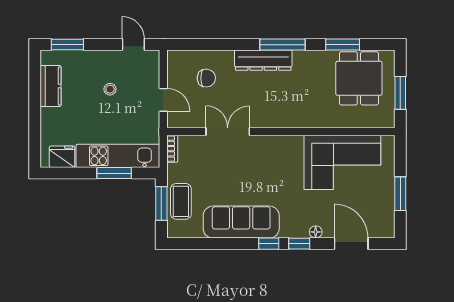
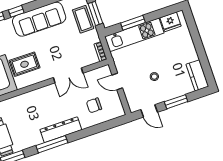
window: (67, 45) -> (176, 102), moved
kitchen counter: (50, 86) -> (197, 75), moved
rug: (282, 167) -> (25, 64), added

